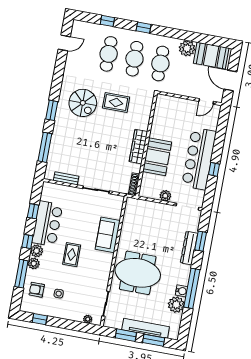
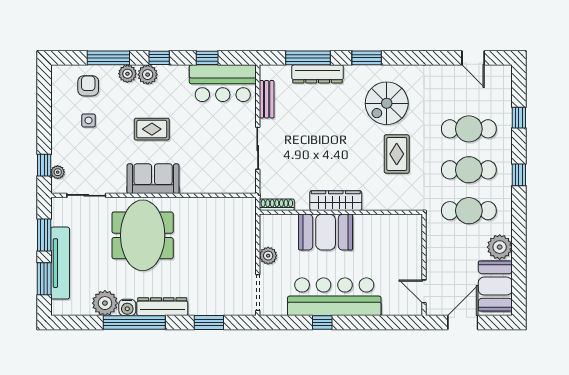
dresser: (56, 143) -> (318, 74), added
bar counter: (47, 224) -> (223, 83), moved
sofa: (108, 235) -> (153, 179), moved
dresser: (189, 248) -> (162, 307), moved
window: (40, 319) -> (44, 165), moved

